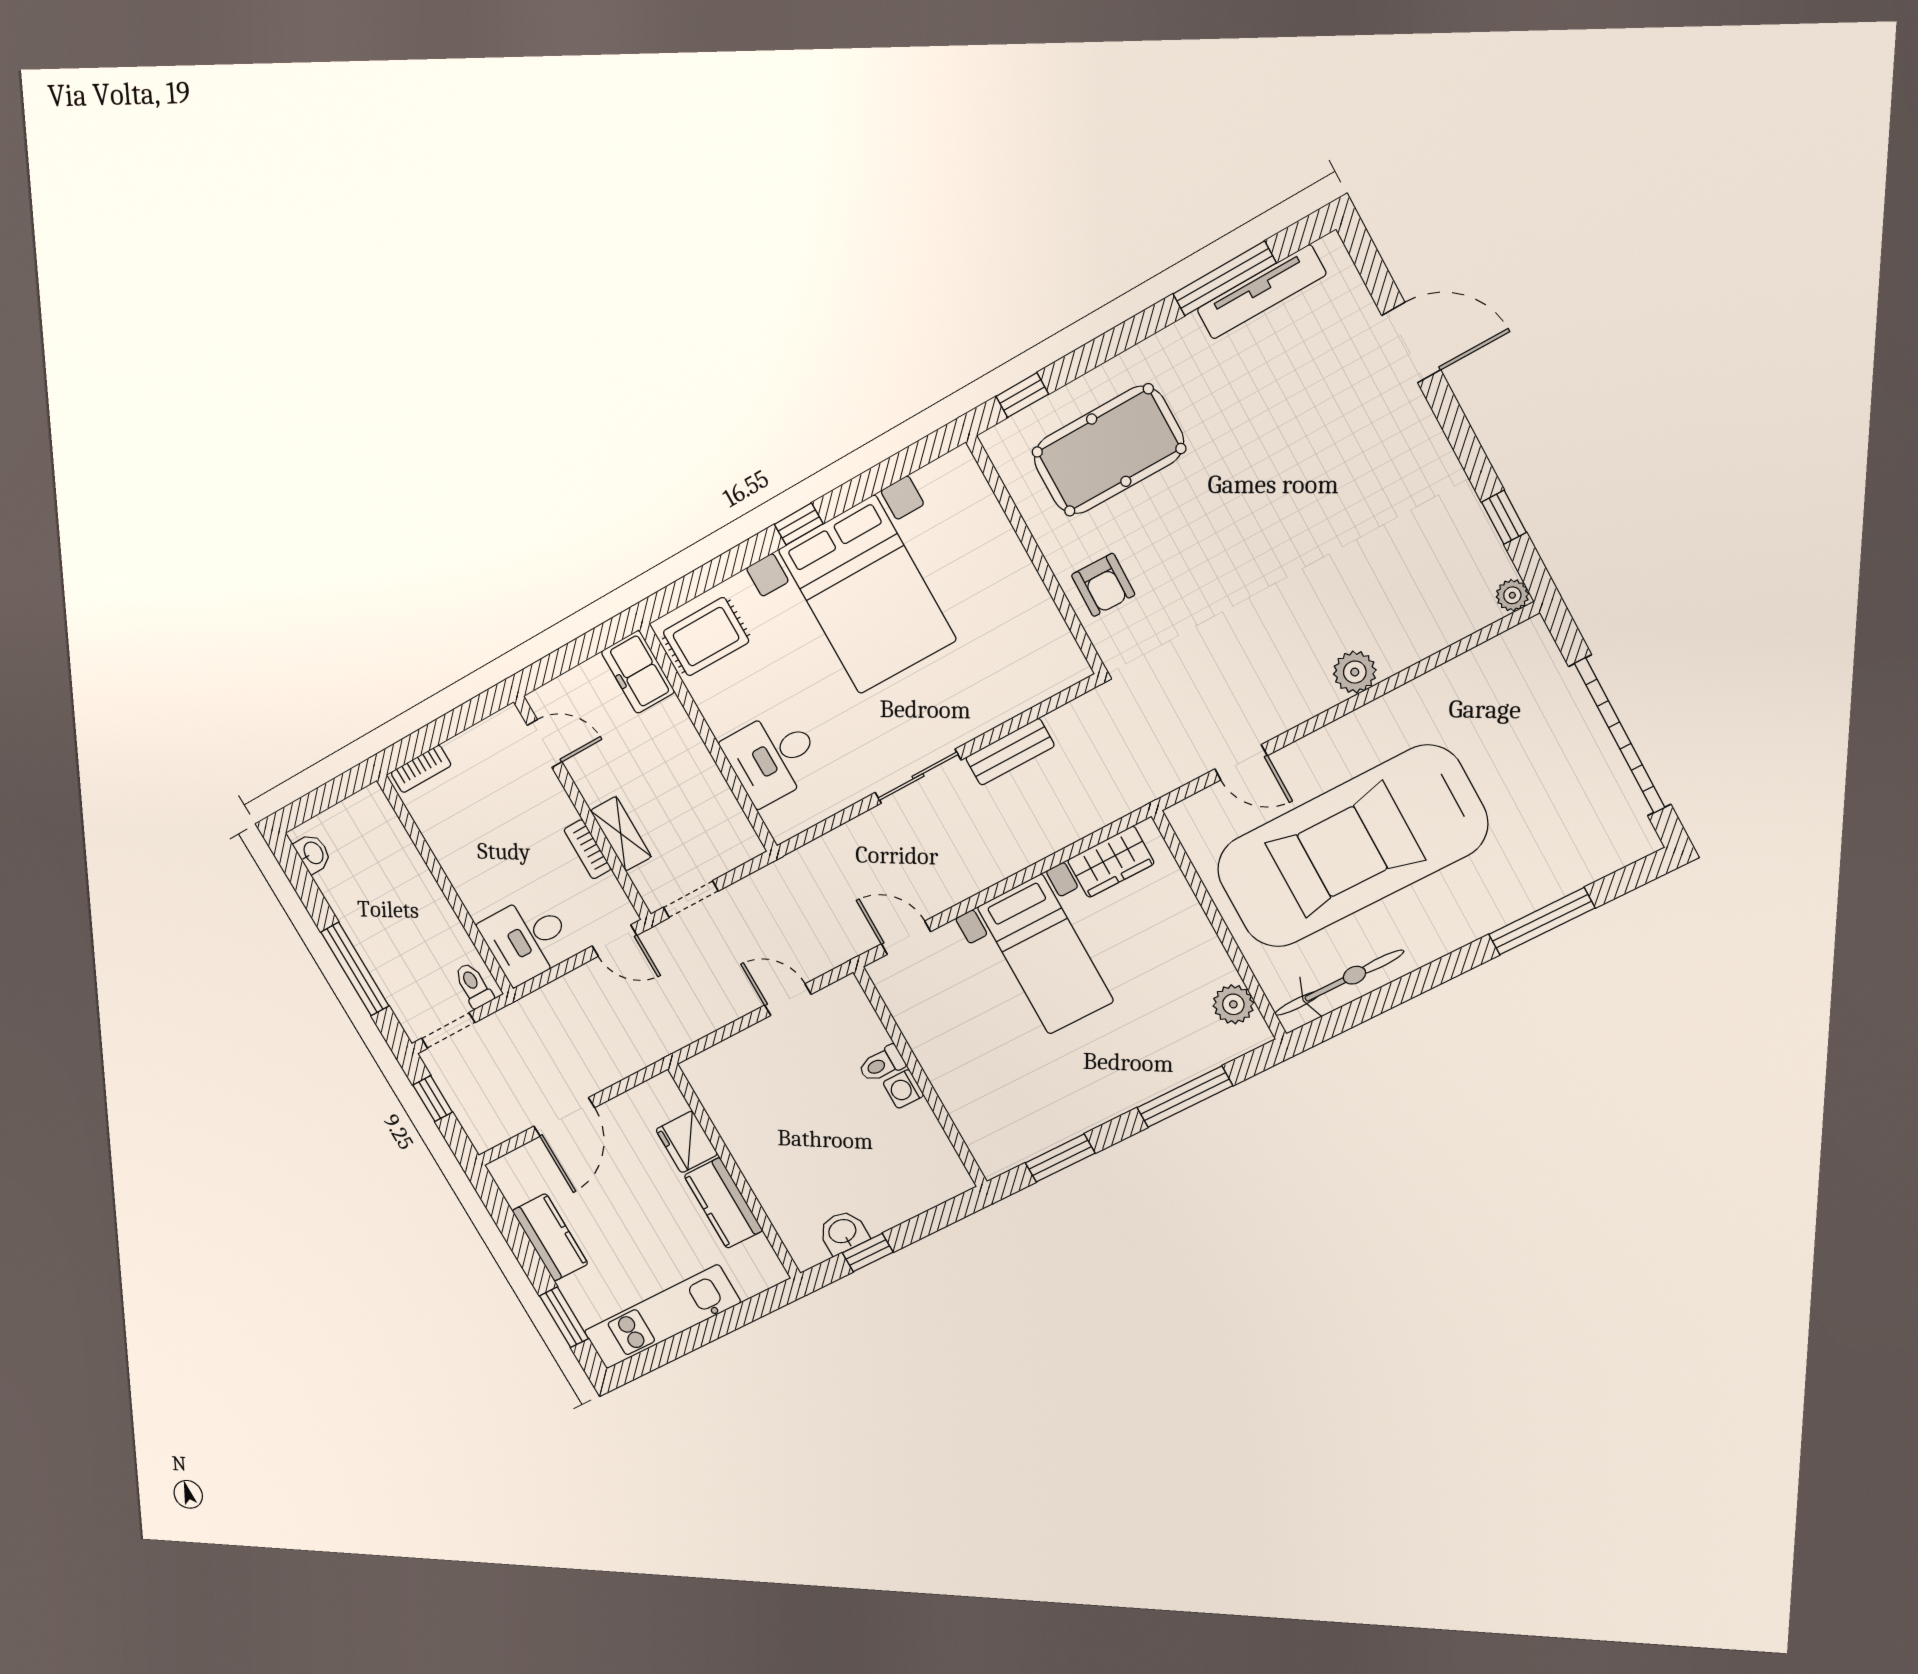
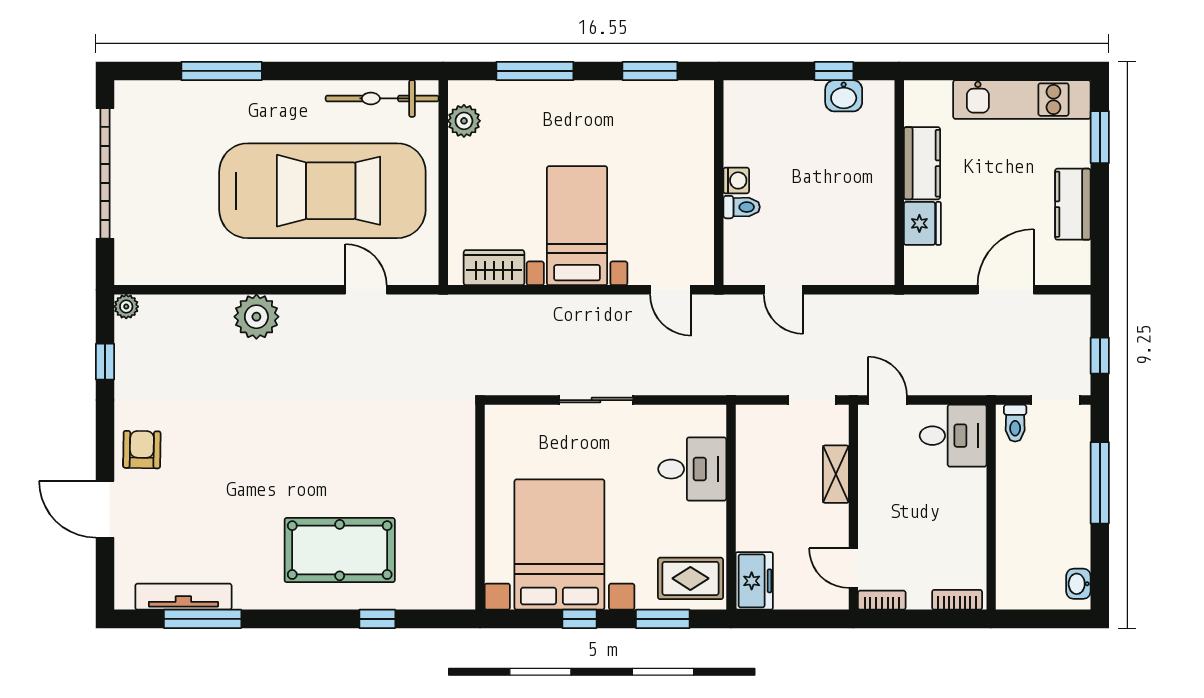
wall: (1036, 555) -> (480, 507), moved
window: (710, 575) -> (663, 619), added
armchair: (1103, 585) -> (142, 450), moved
plant: (1355, 672) -> (256, 317), width x1.36, depth x1.36
bench: (1010, 752) -> (521, 382), removed
bookcase: (587, 849) -> (882, 600), moved, turned -90

